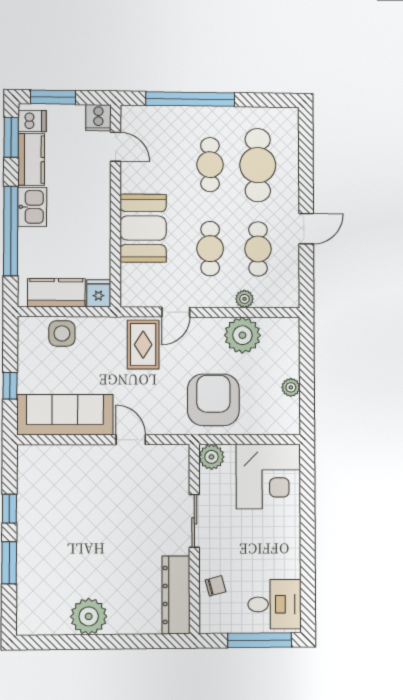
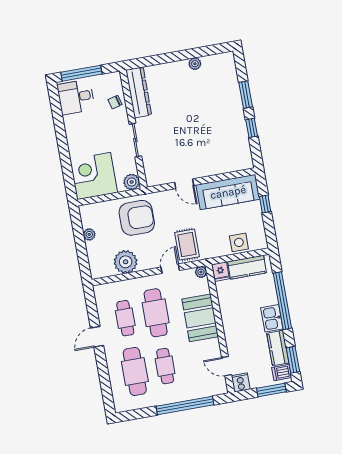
cafe table: (210, 249) -> (156, 313), width x1.37, depth x1.35
plant: (244, 299) -> (201, 272), moved
armchair: (213, 400) -> (137, 218), turned -90
plant: (89, 616) -> (195, 64), width x0.53, depth x0.53

